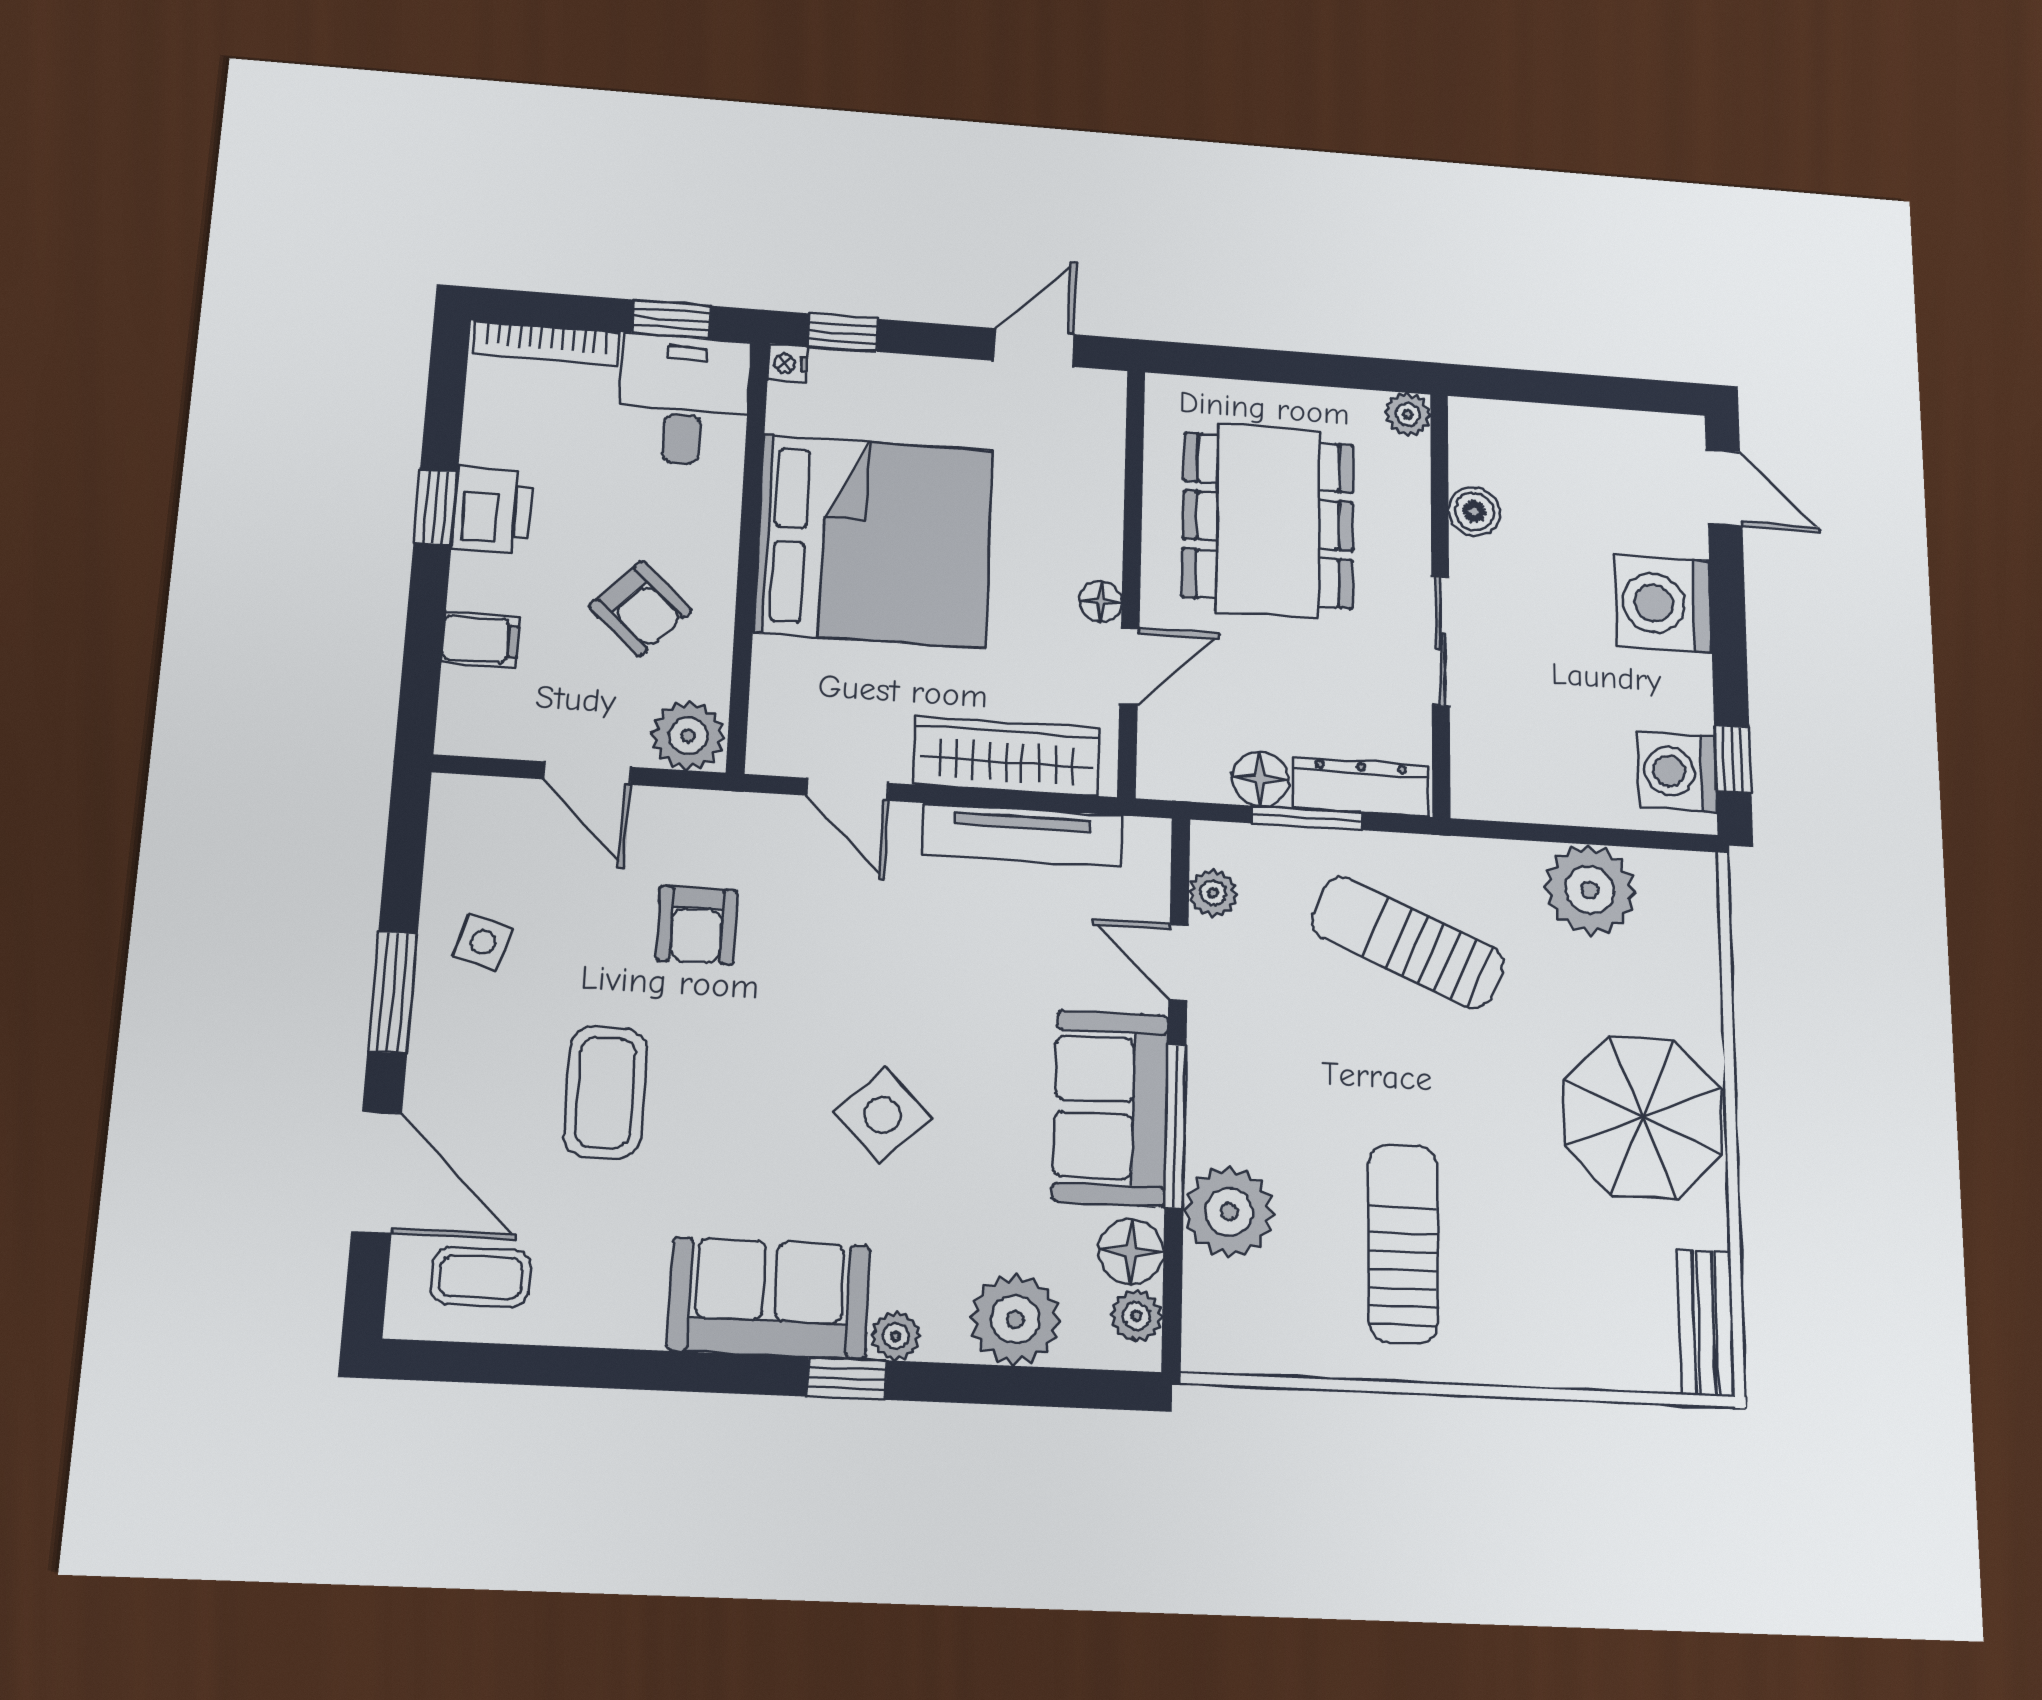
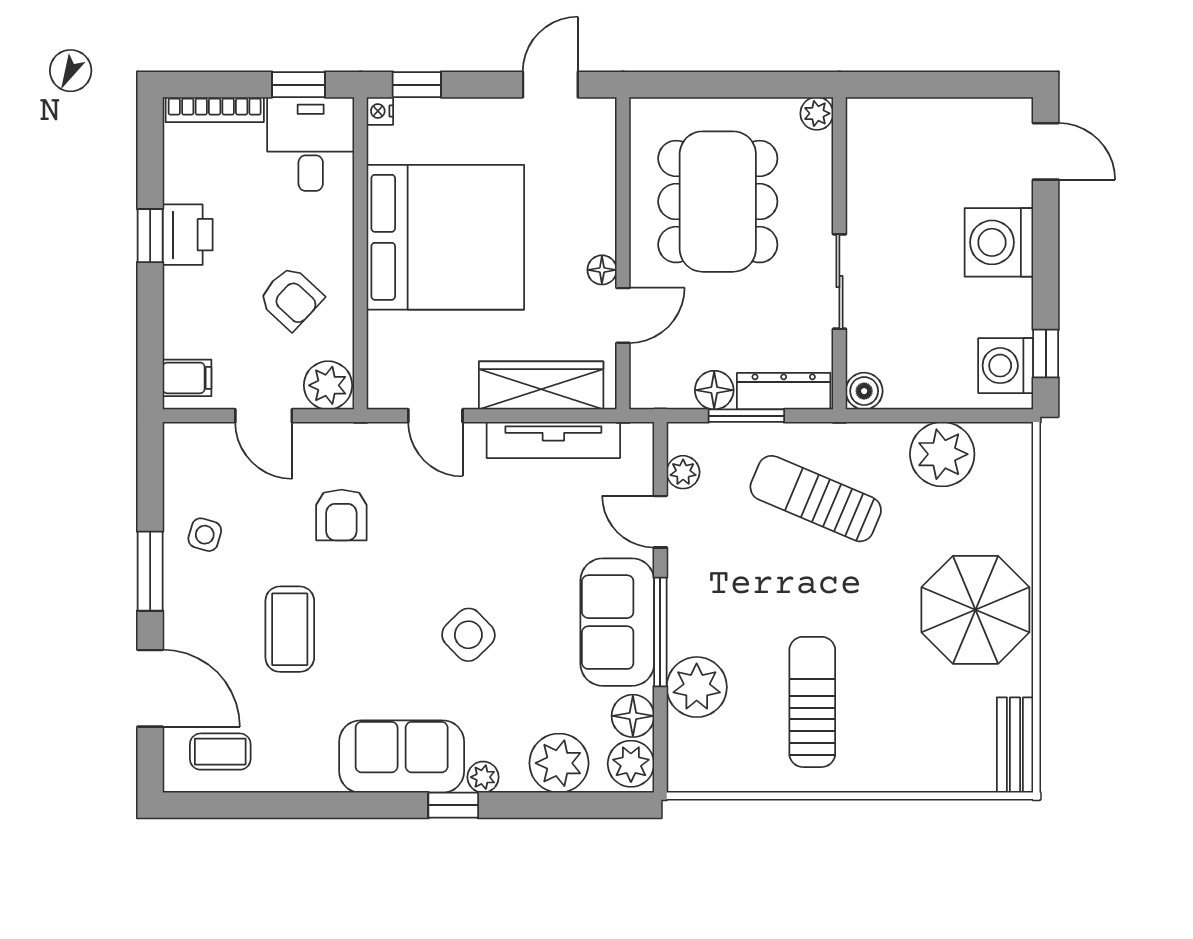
boiler: (1474, 512) -> (864, 391), moved
filing cabinet: (481, 639) -> (187, 378), moved
plant: (1136, 1316) -> (631, 764), width x1.38, depth x1.38

